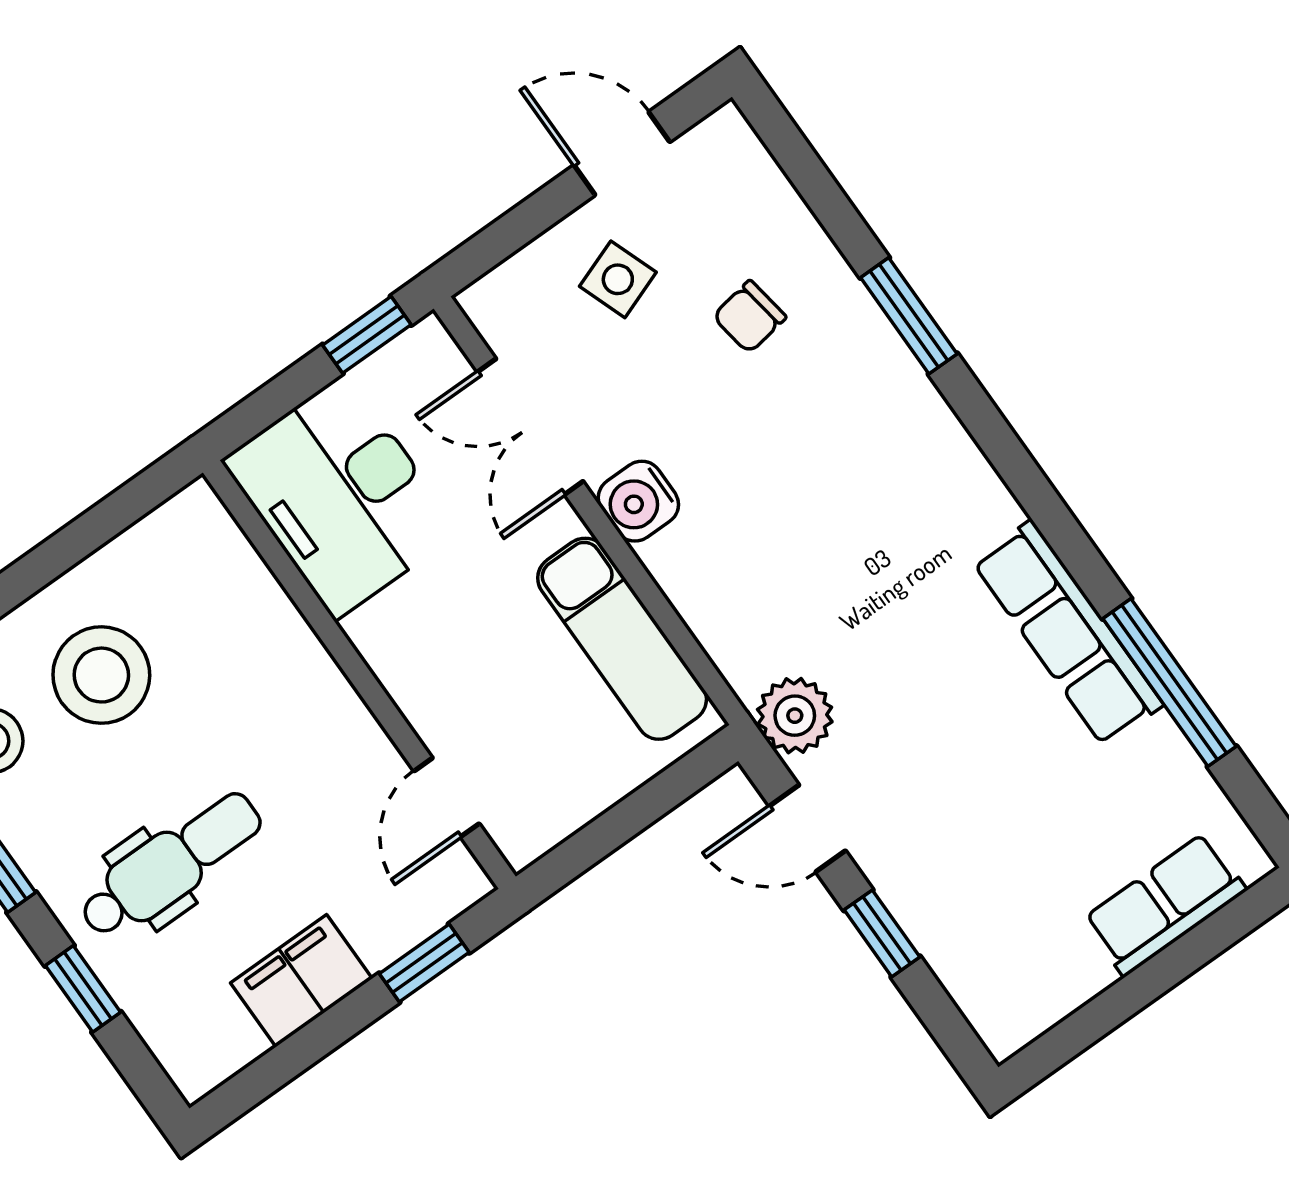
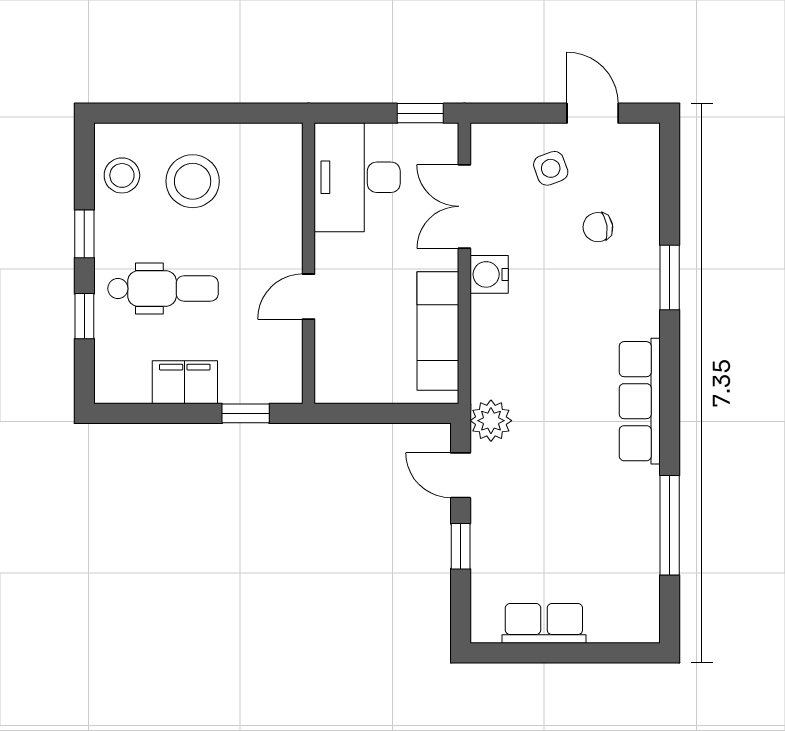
row of seats: (1068, 633) -> (640, 401), moved
door: (447, 797) -> (309, 297), moved
row of seats: (1165, 904) -> (544, 623), moved

